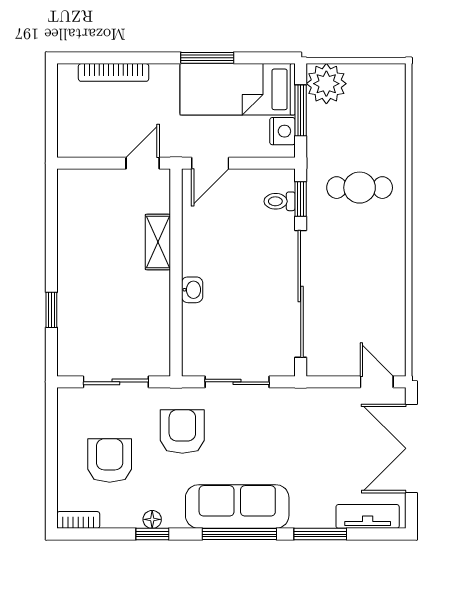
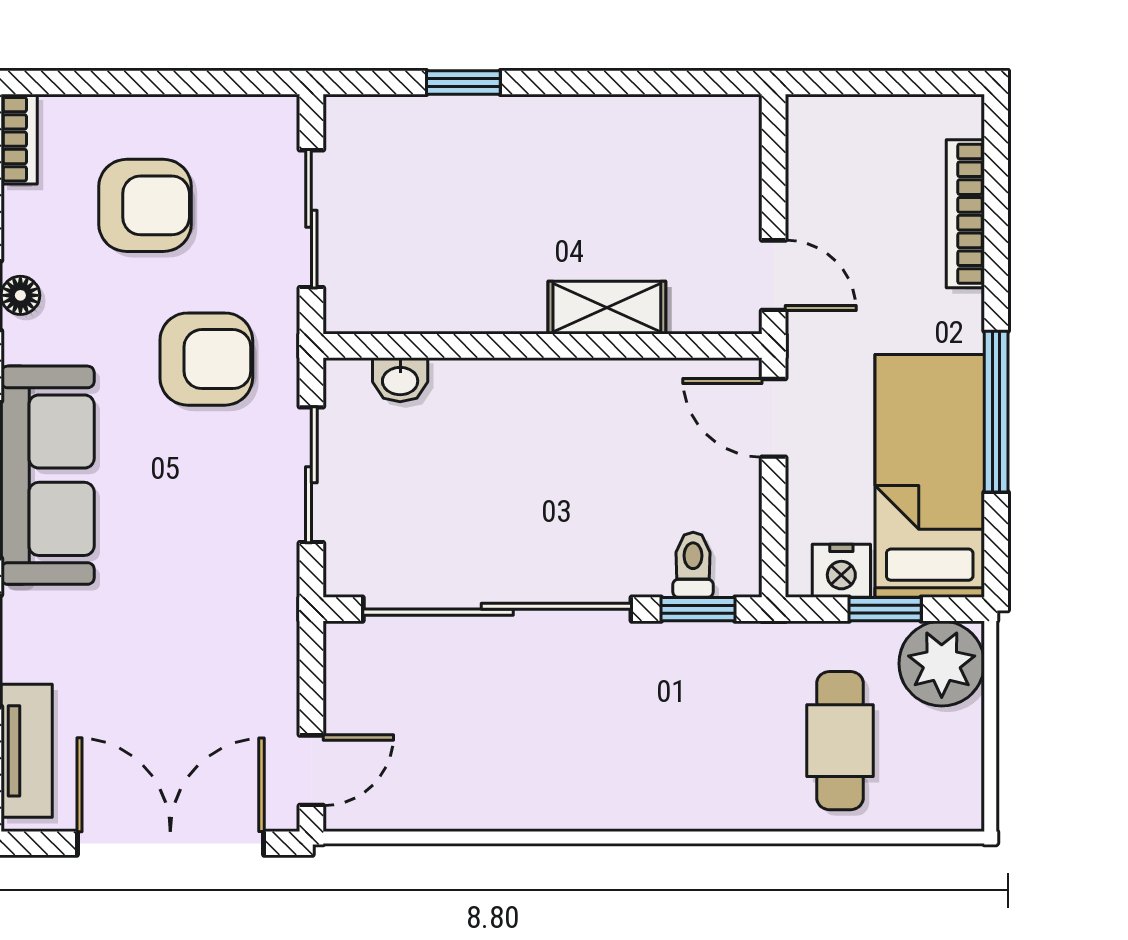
window: (207, 58) -> (996, 412), width x1.44
window: (301, 110) -> (885, 609), width x0.67
cafe table: (360, 188) -> (840, 741), moved
washbasin: (192, 290) -> (400, 380), moved

